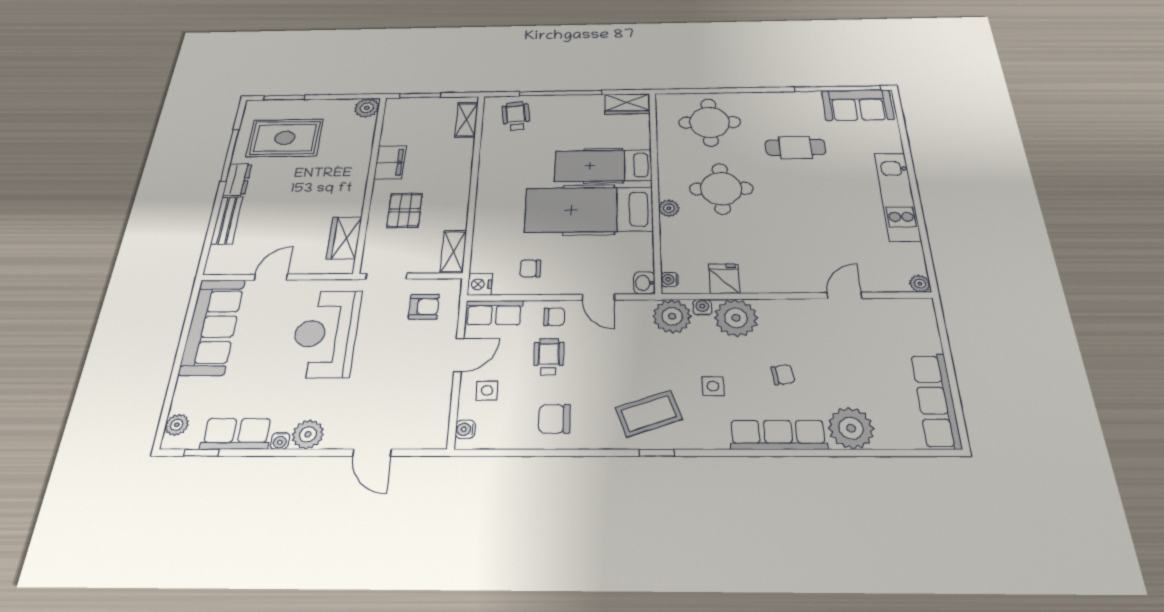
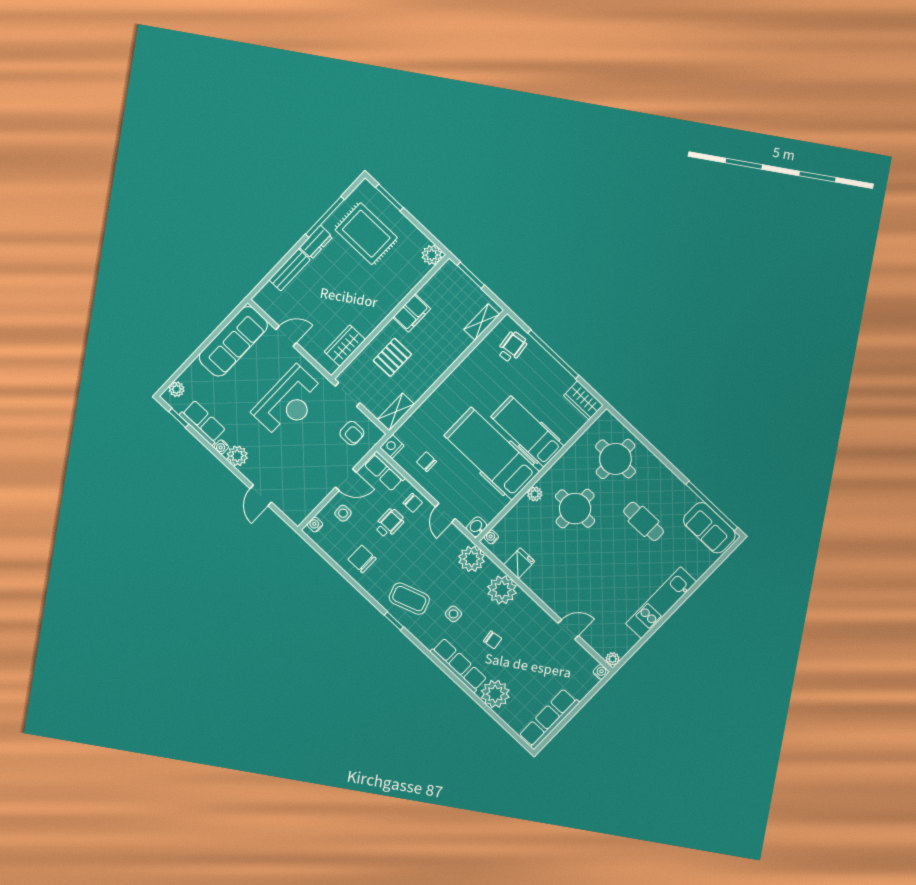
water cooler: (702, 307) -> (601, 672), moved
reception desk: (326, 334) -> (289, 402), turned 180

